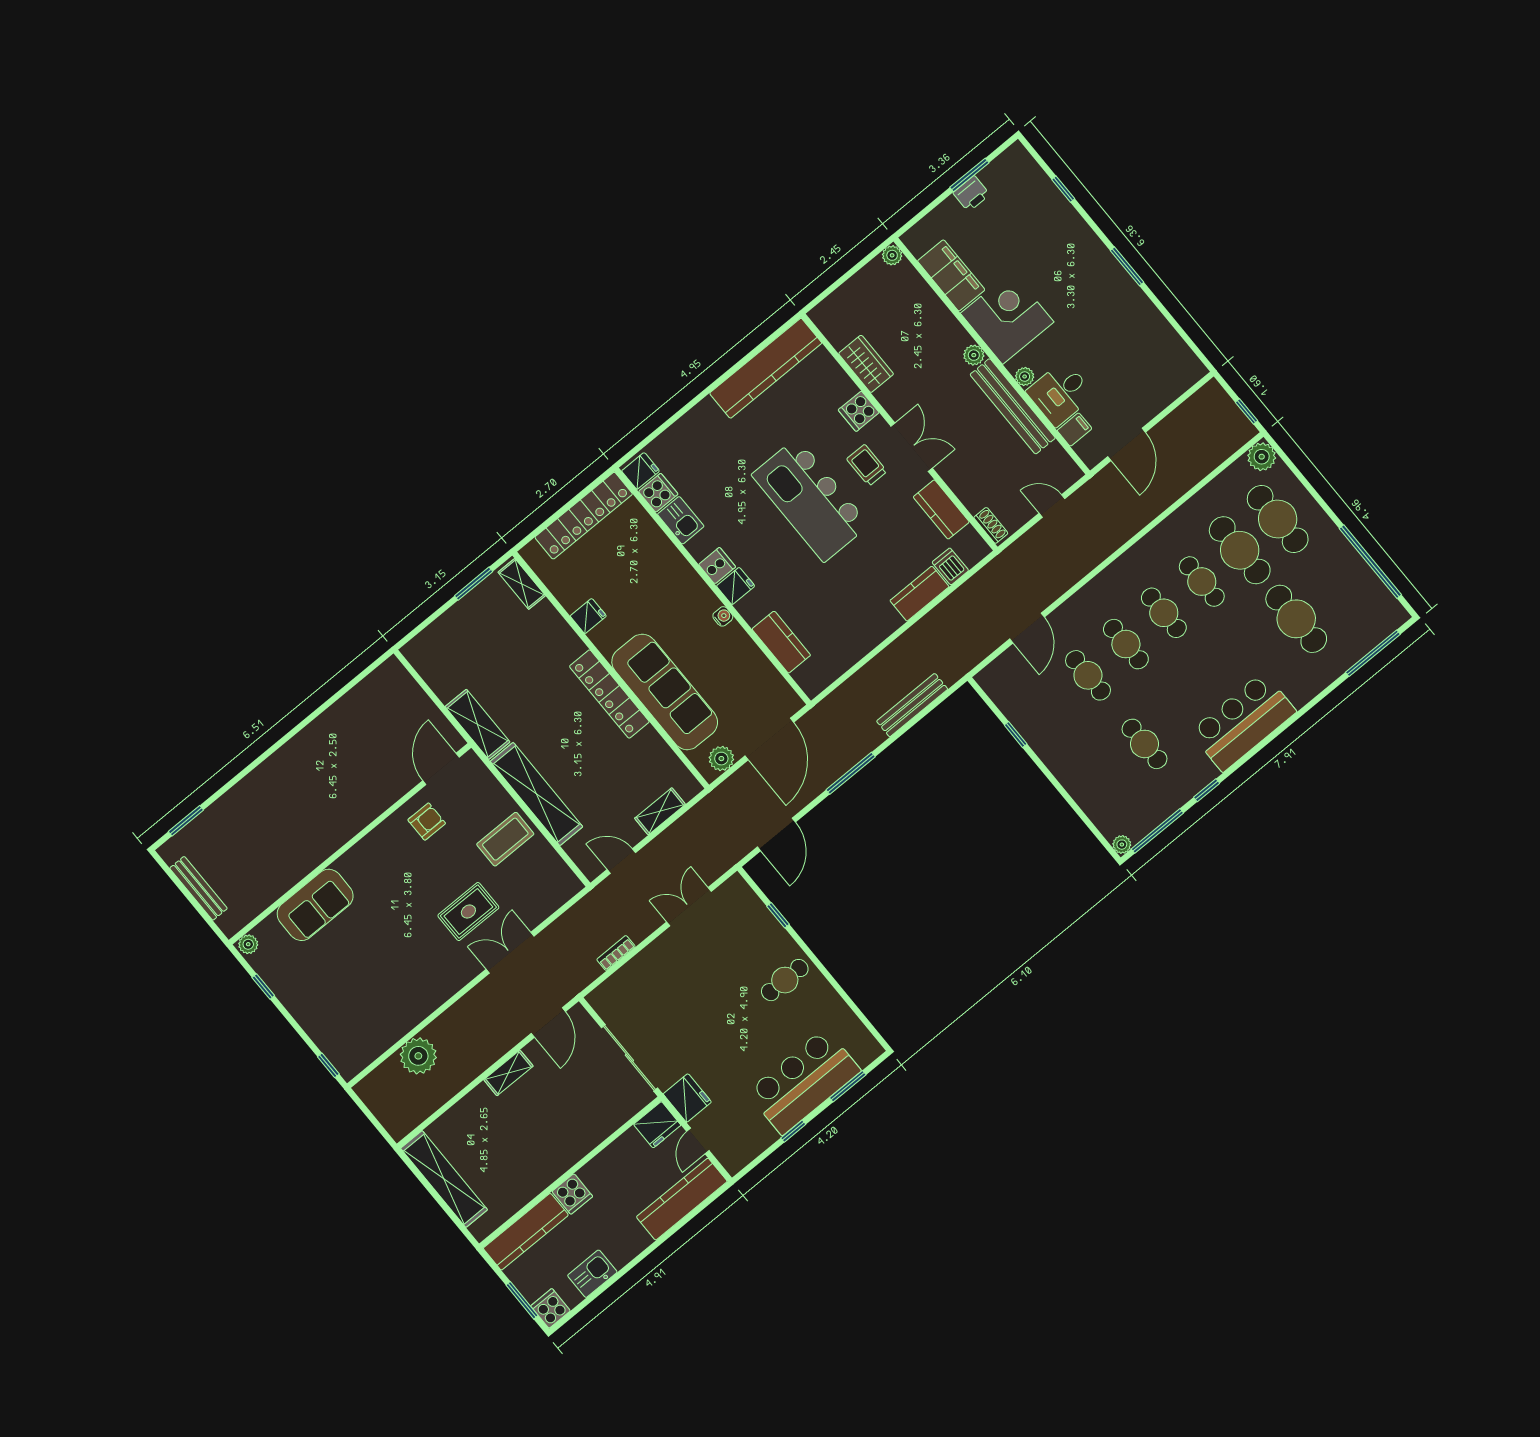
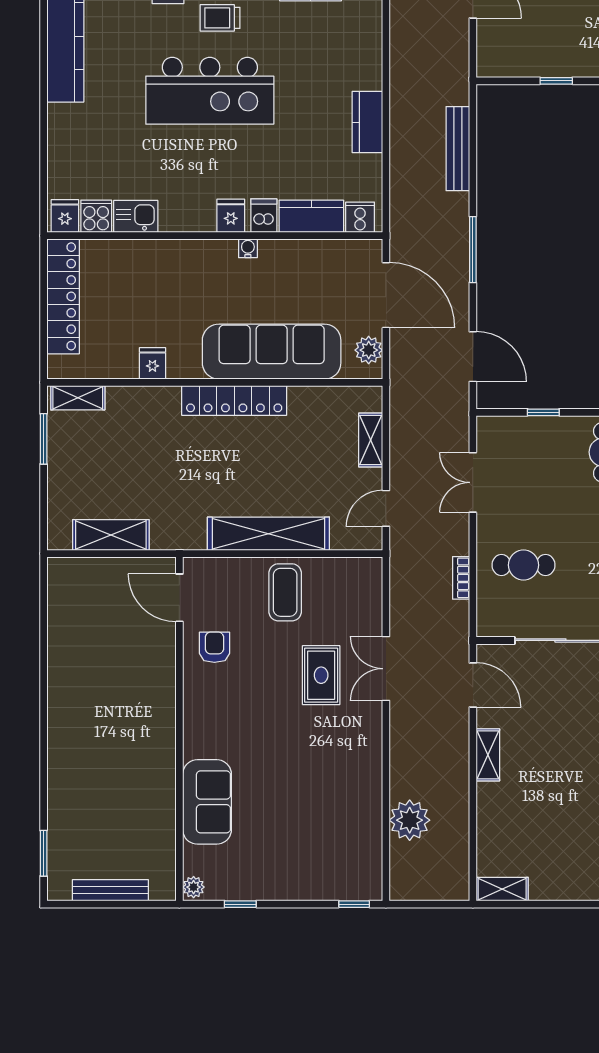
cooker: (717, 566) -> (360, 217), moved
dishwasher: (950, 566) -> (264, 216), moved, turned 90
kitchen counter: (919, 594) -> (367, 122), moved
shelving: (478, 724) -> (111, 535), moved
cafe table: (661, 989) -> (523, 565), added
shelving: (444, 1179) -> (502, 889), width x0.45, depth x0.75

